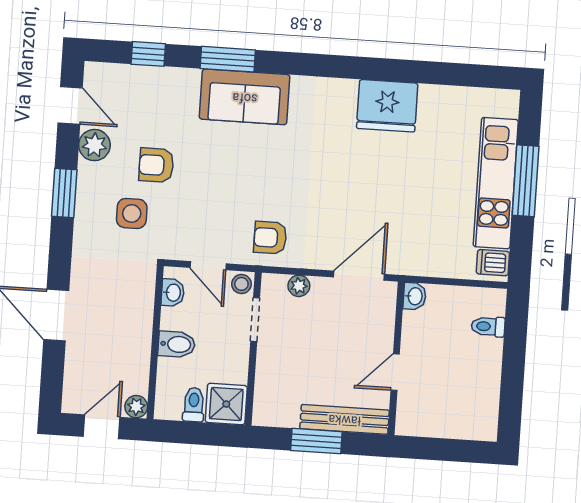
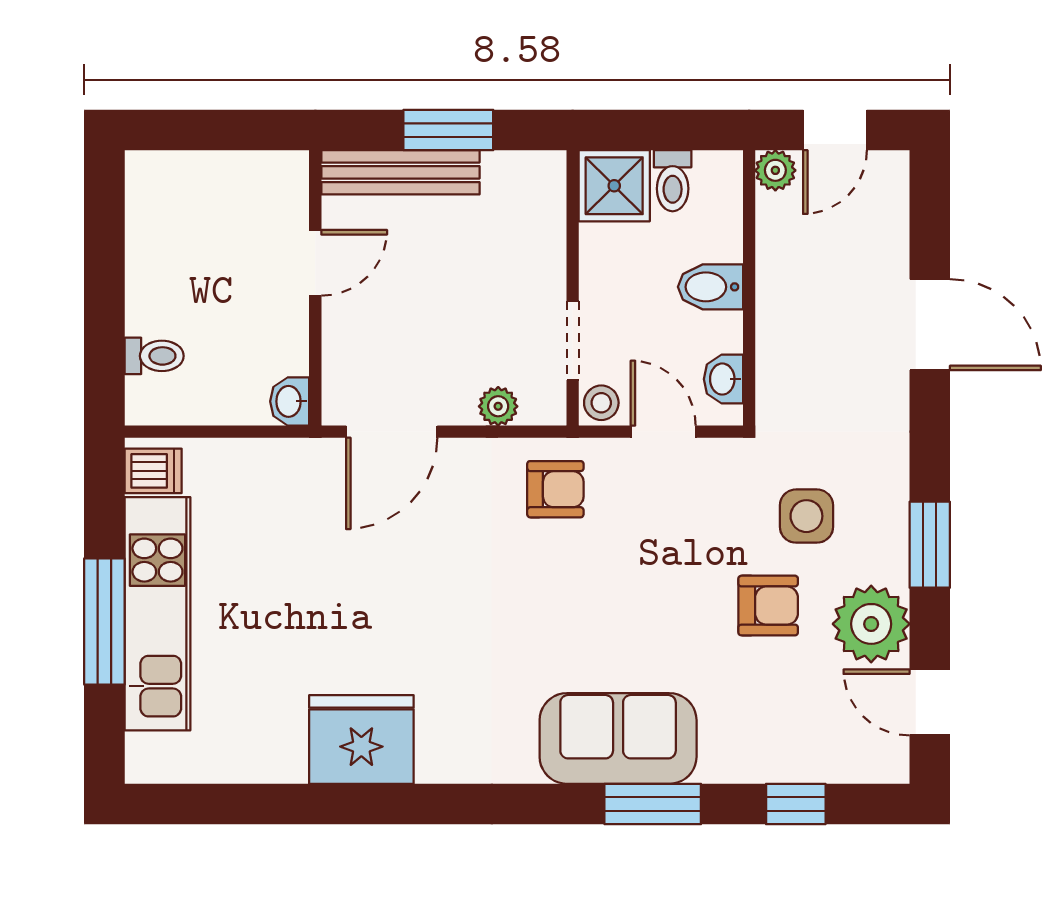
plant: (94, 145) -> (871, 624), width x1.36, depth x1.36

